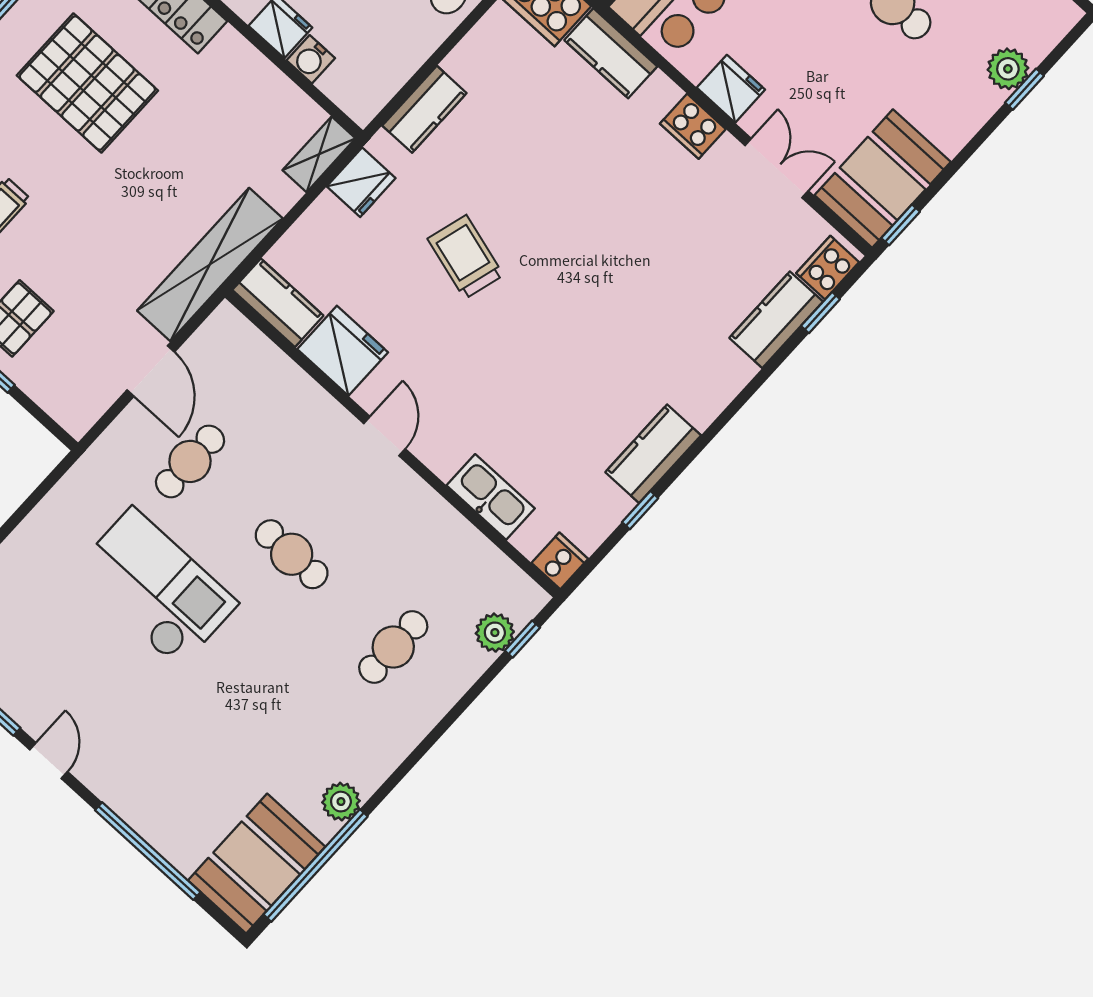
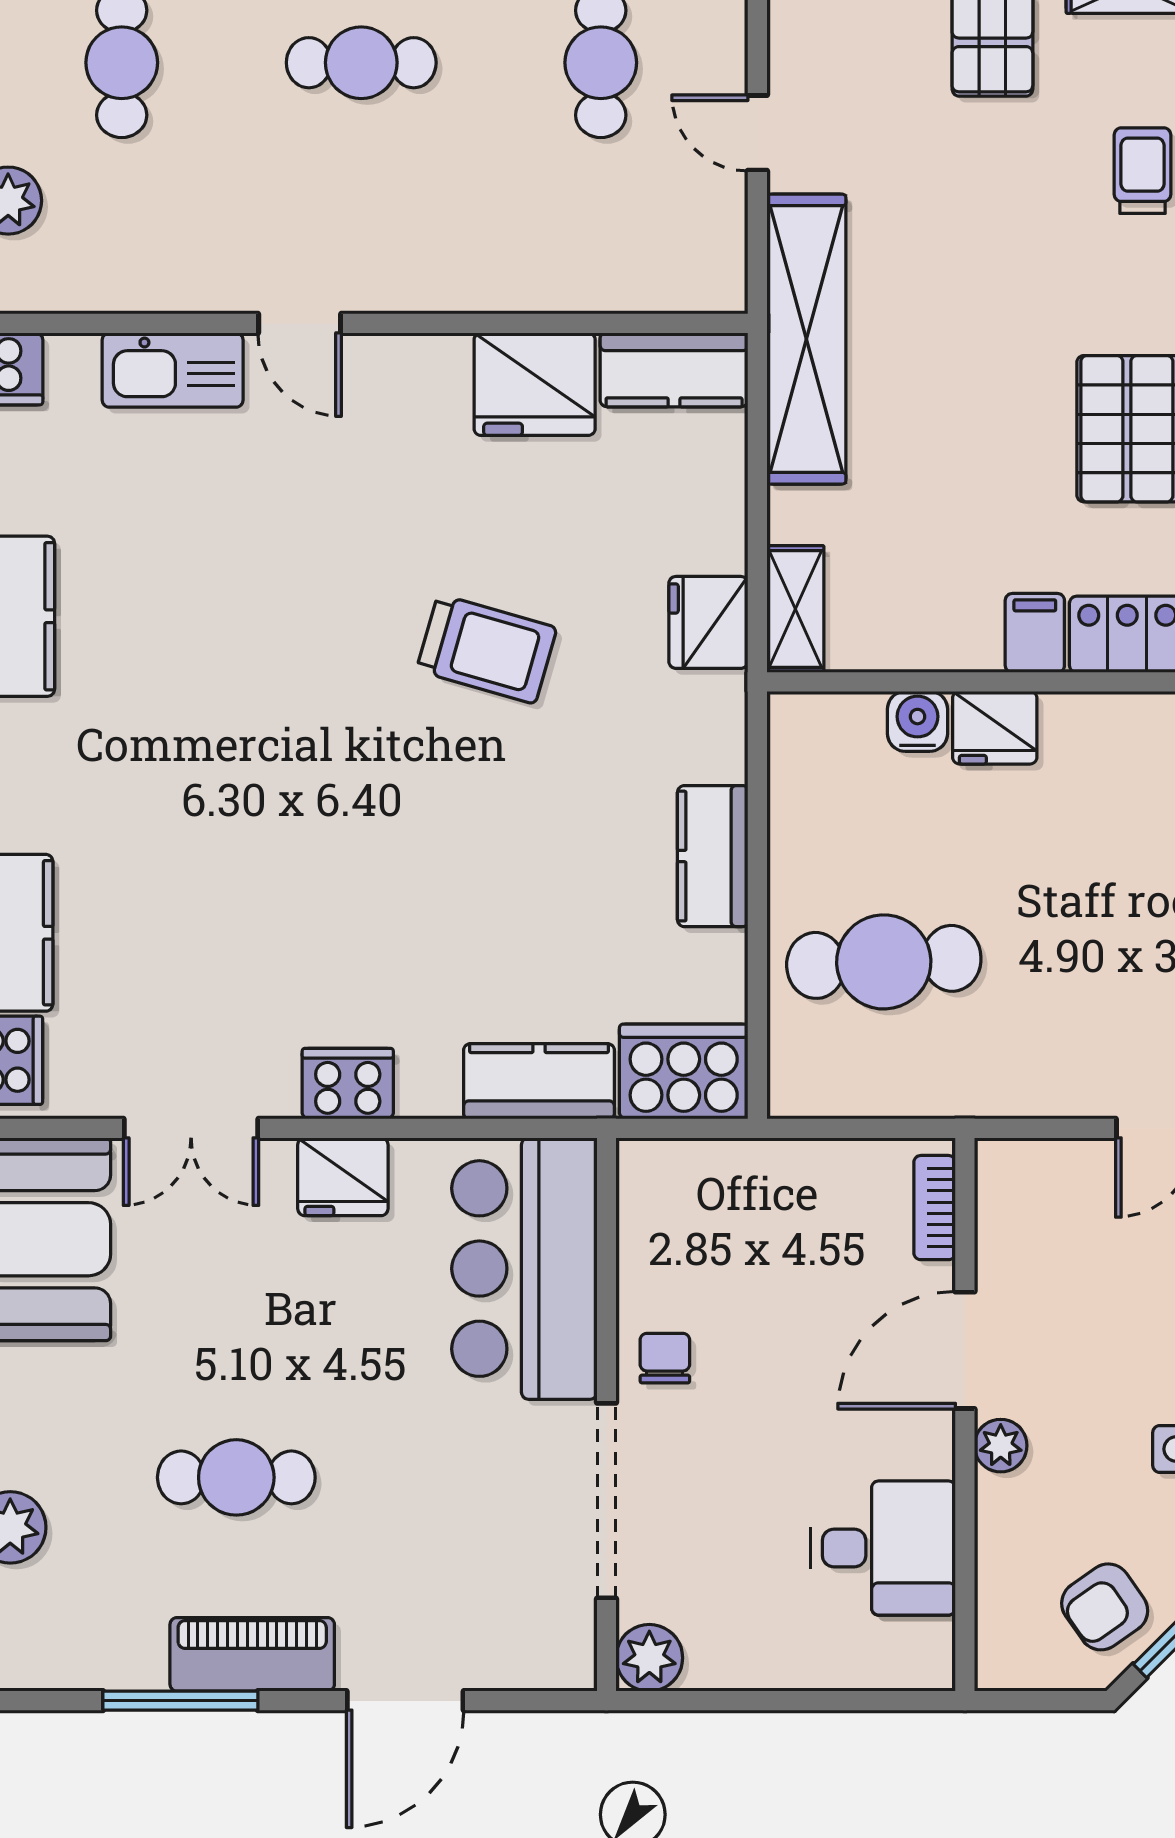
filing cabinet: (227, 51) -> (1035, 633), added
kitchen counter: (424, 109) -> (713, 856), moved
door: (151, 371) -> (757, 133), width x0.73
door: (384, 436) -> (300, 323), moved

